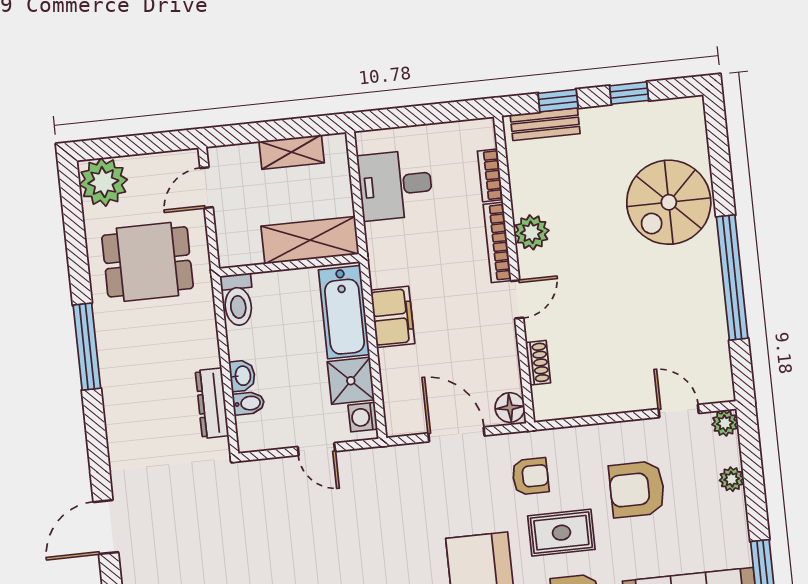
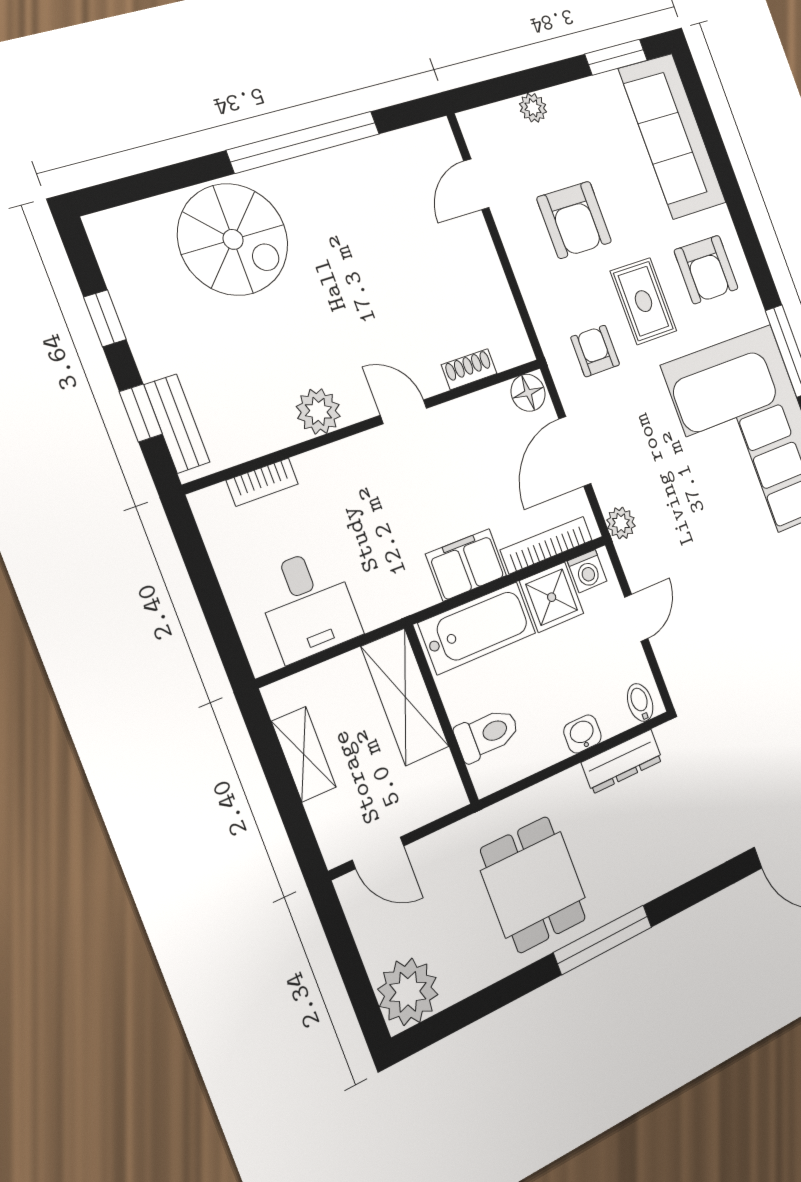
bookcase: (497, 242) -> (547, 545), moved, turned 180
dining table: (147, 262) -> (533, 884), moved
toilet: (238, 300) -> (487, 734), moved
bidet: (248, 403) -> (640, 702), moved
plant: (725, 423) -> (621, 523), moved

